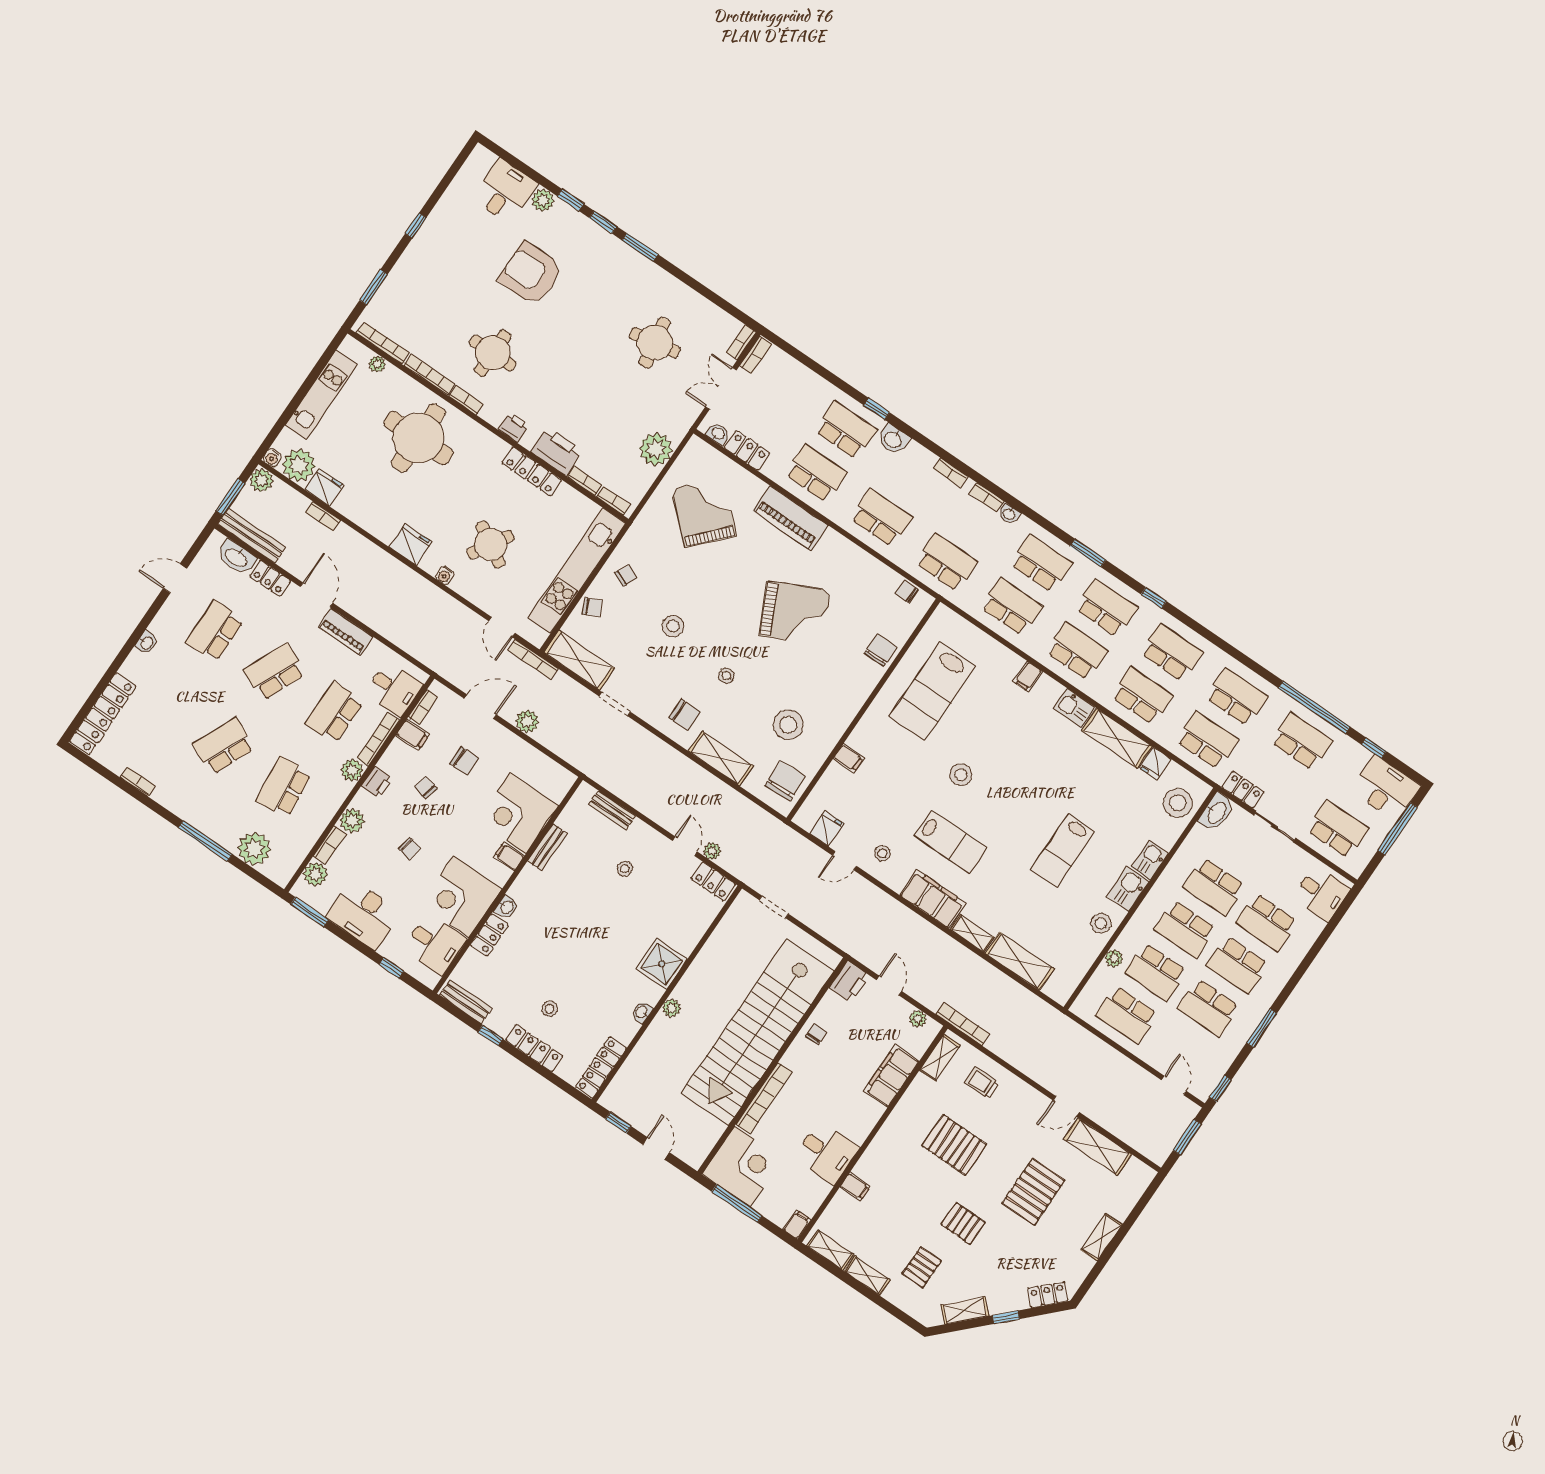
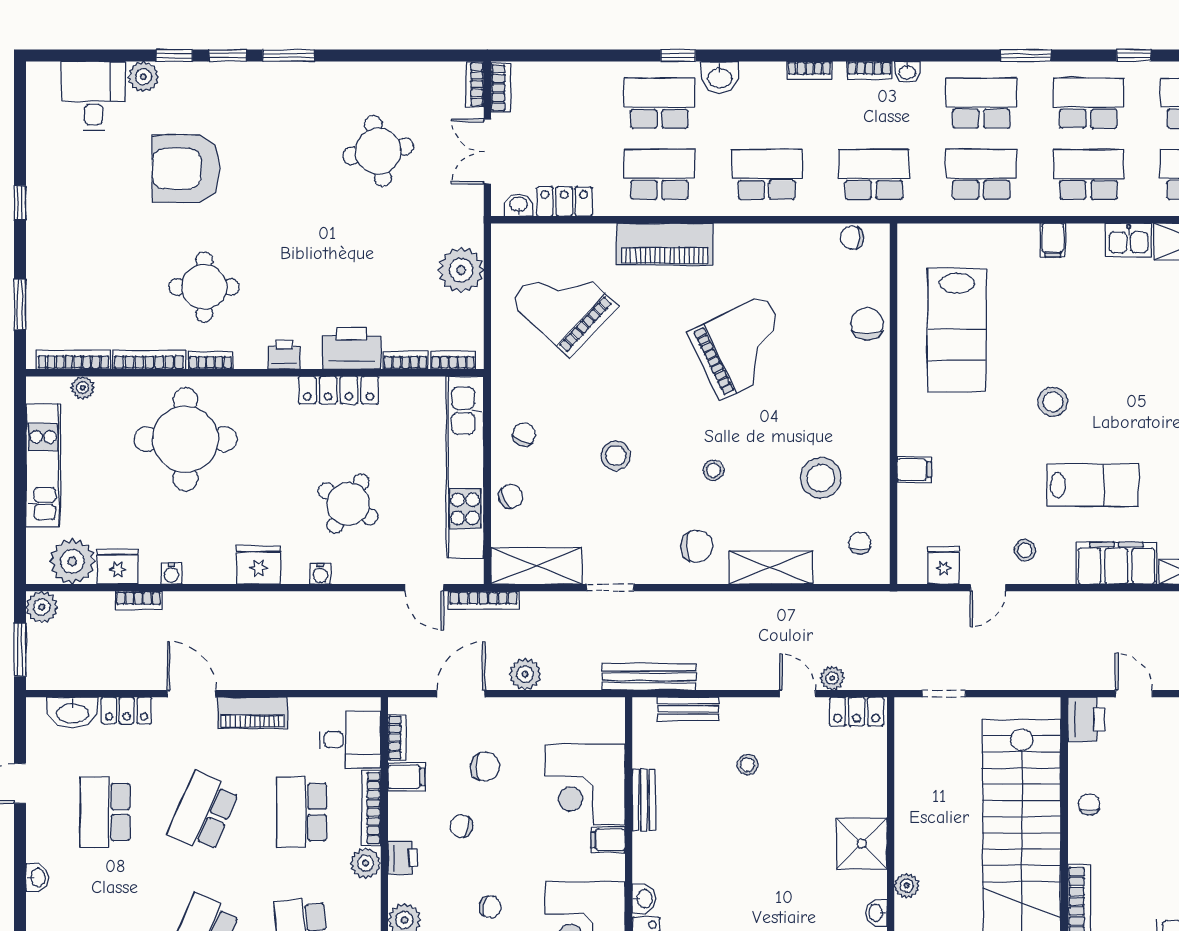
water cooler: (272, 458) -> (171, 574), moved
bench: (251, 536) -> (649, 677), moved
chair: (785, 781) -> (860, 543), width x0.54, depth x0.54

